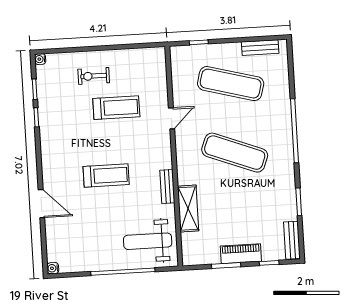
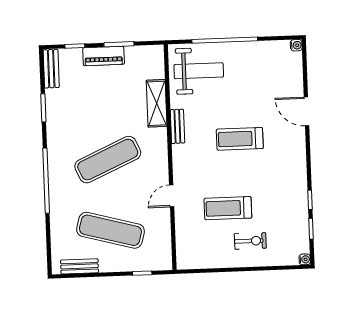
exercise mat: (235, 153) -> (108, 160), turned -45

